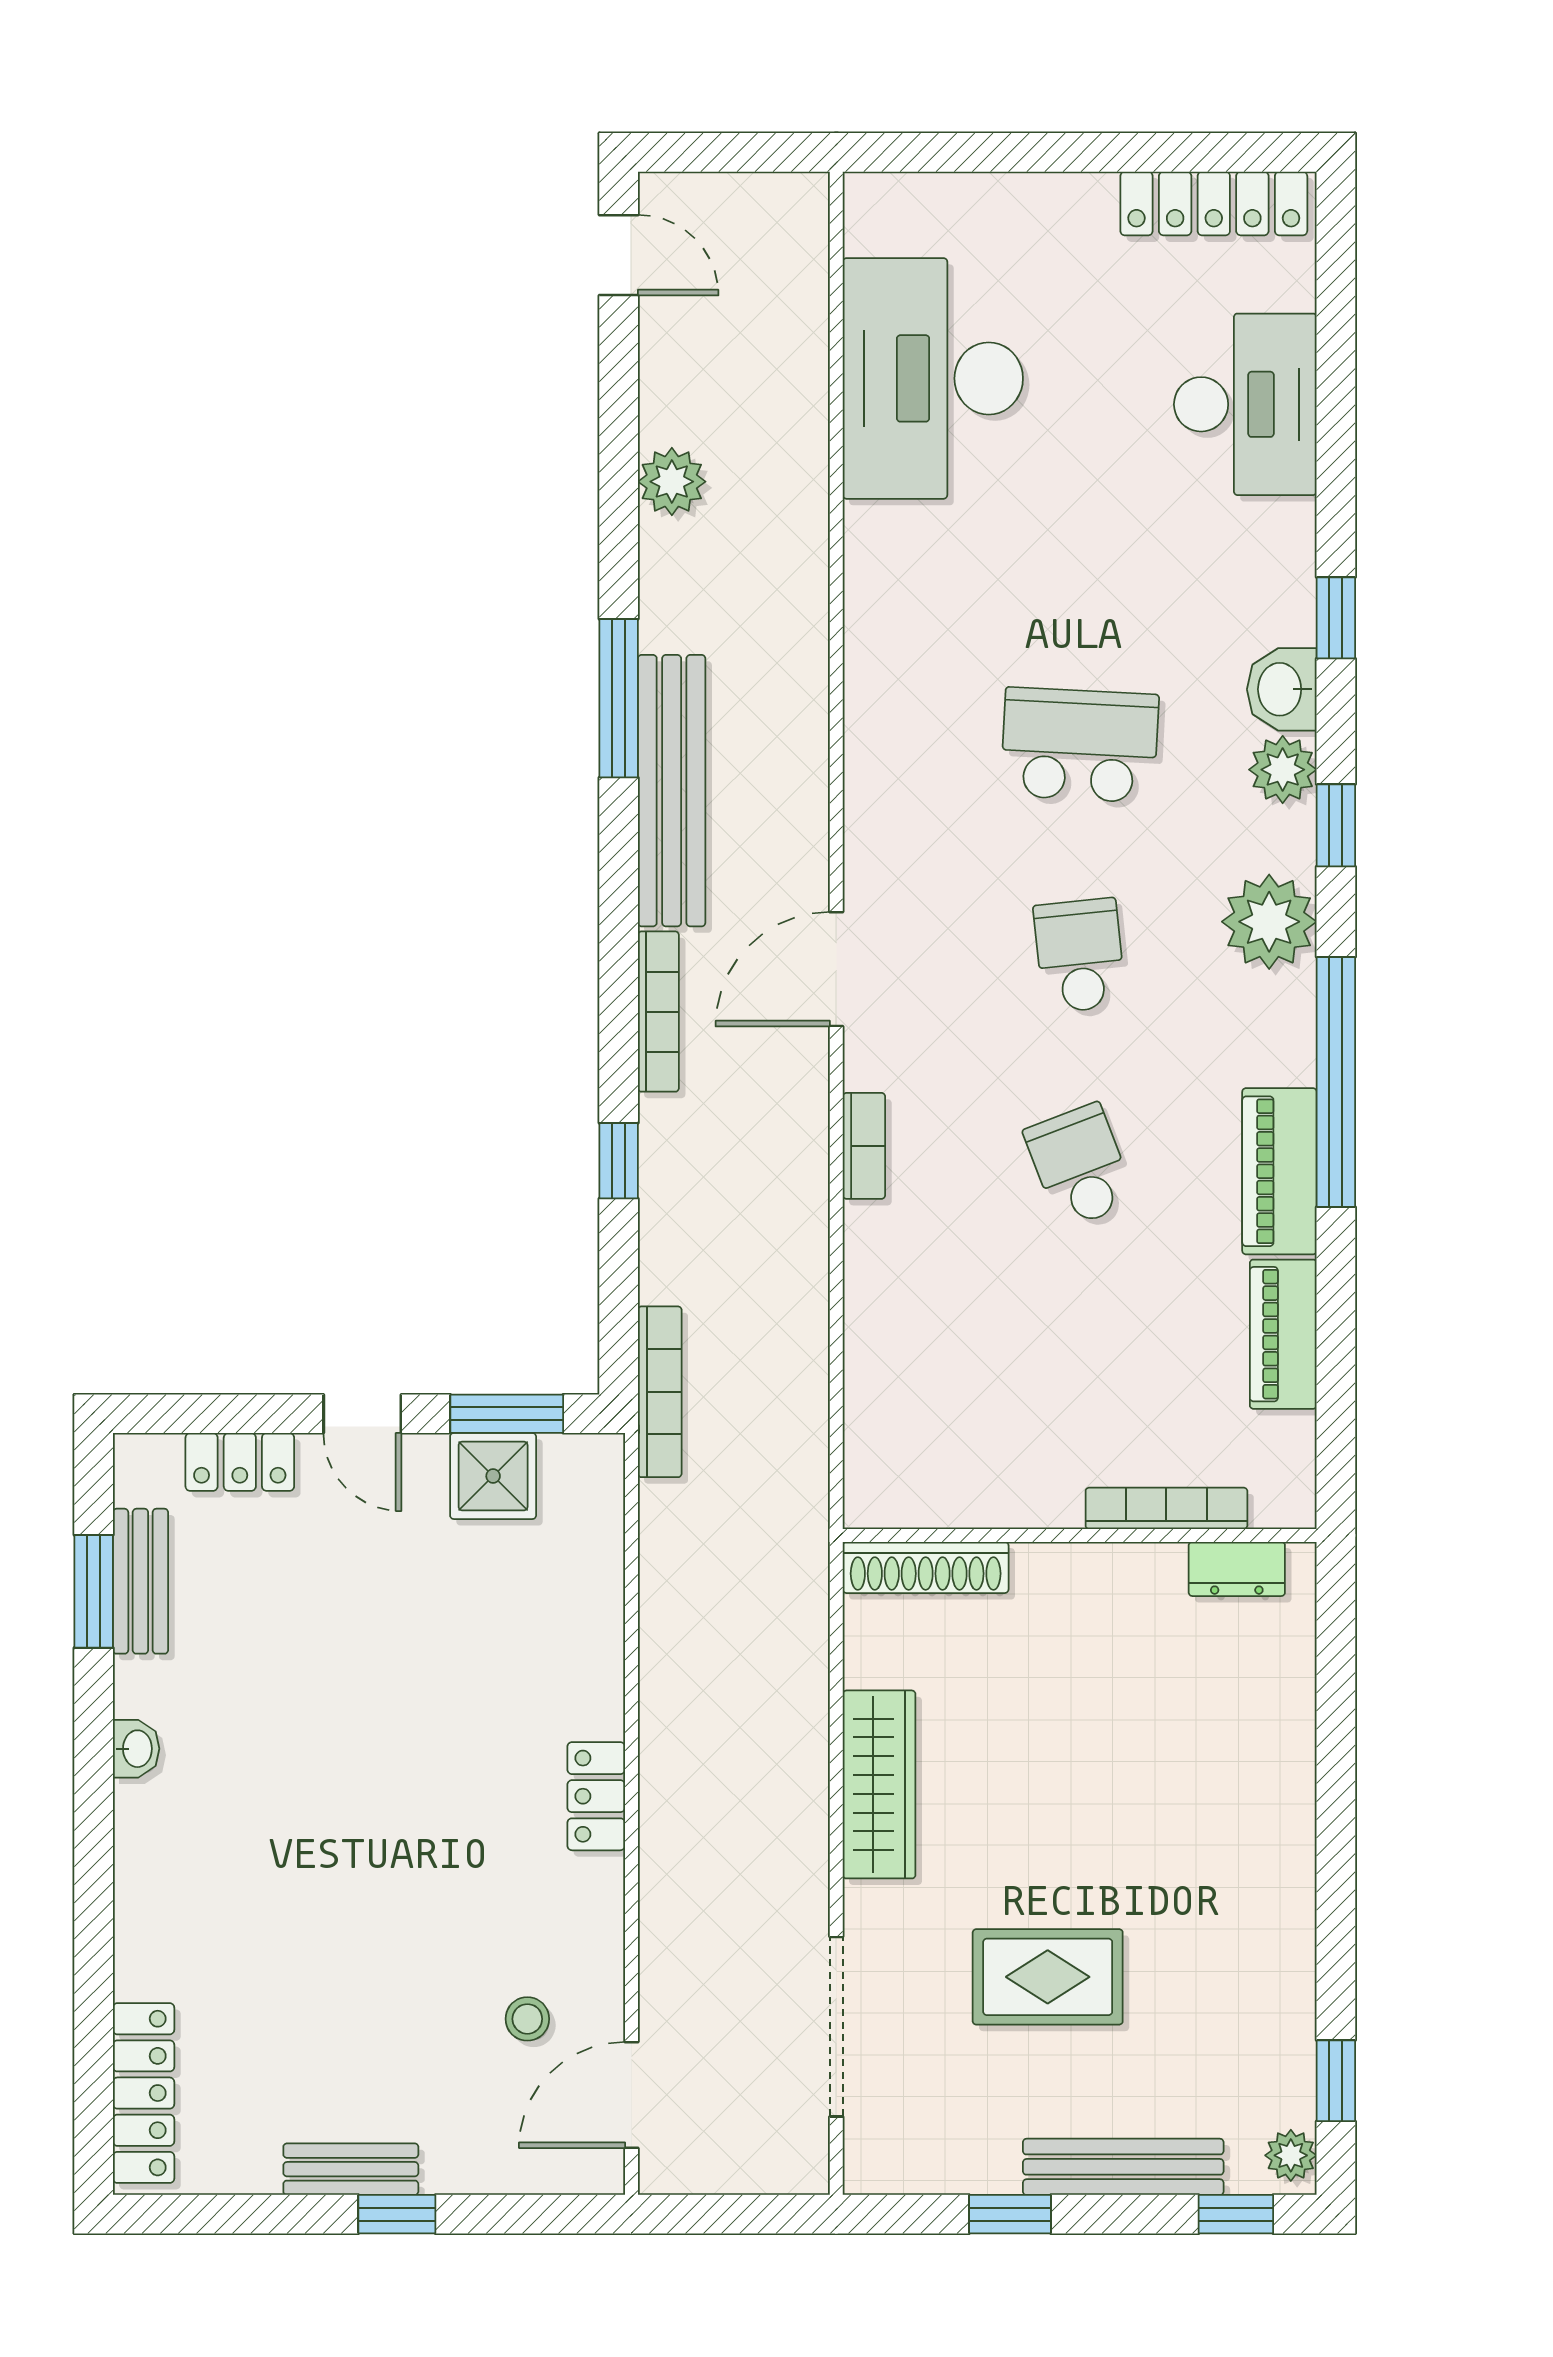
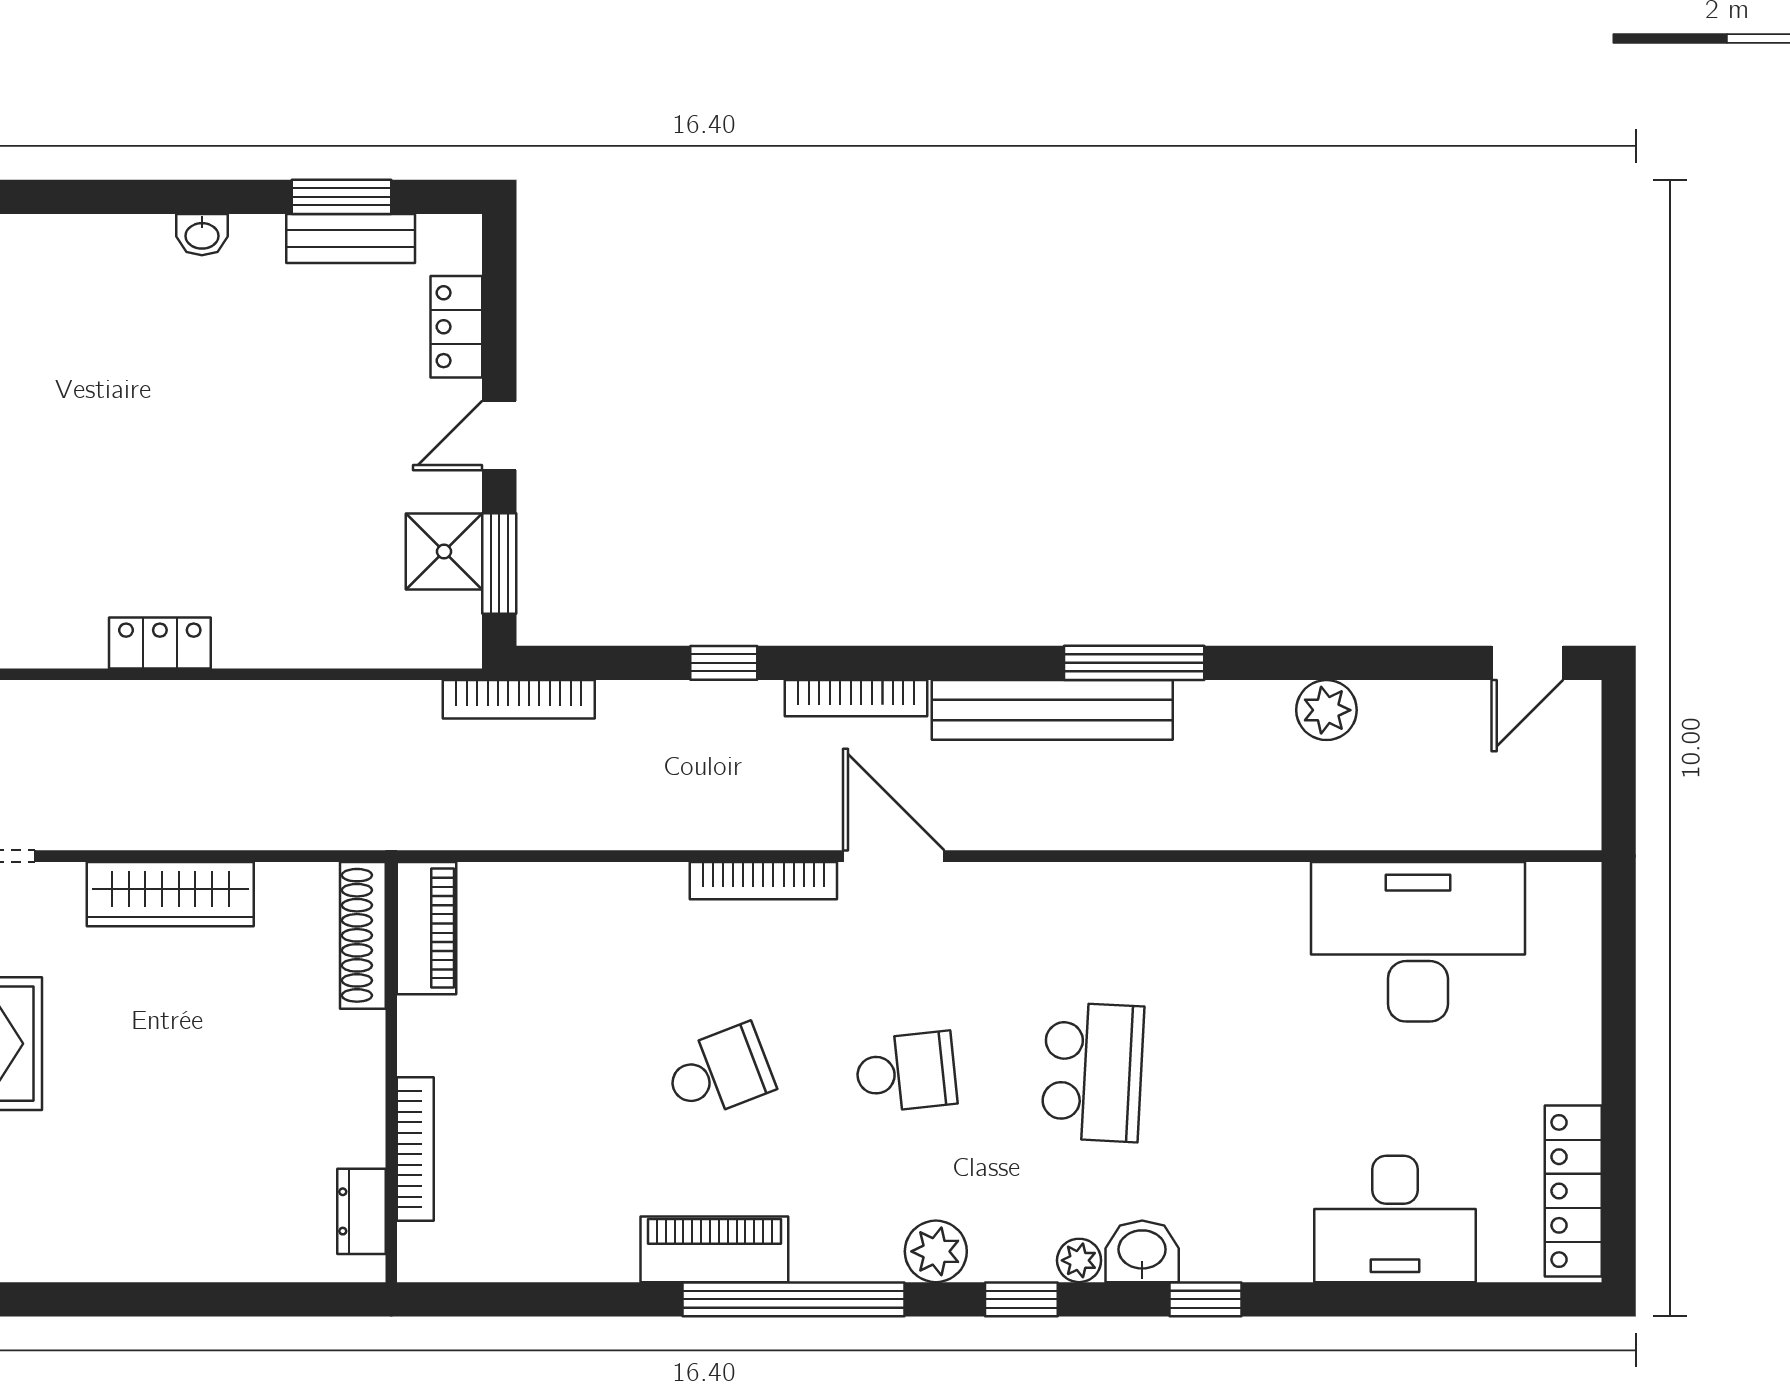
plant: (1283, 770) -> (1079, 1260), width x0.73, depth x0.73
plant: (1269, 922) -> (936, 1251), width x0.73, depth x0.73
bookcase: (864, 1146) -> (763, 881), width x1.56
piano: (1283, 1334) -> (427, 928), moved, turned 90

